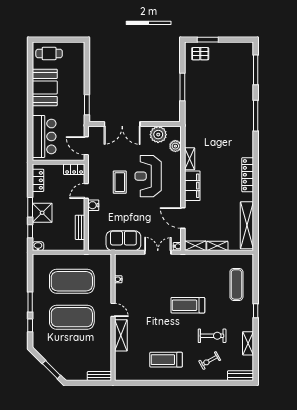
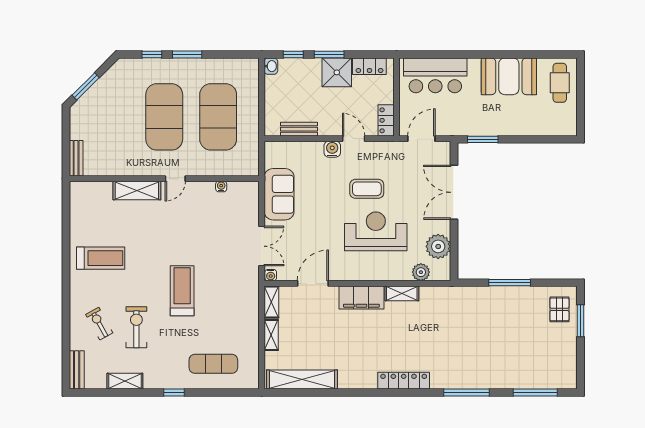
locker: (248, 175) -> (404, 381), moved
shower: (42, 213) -> (337, 72), moved
exercise bike: (212, 336) -> (136, 327), turned 180
treadmill: (166, 360) -> (101, 258), turned 90

